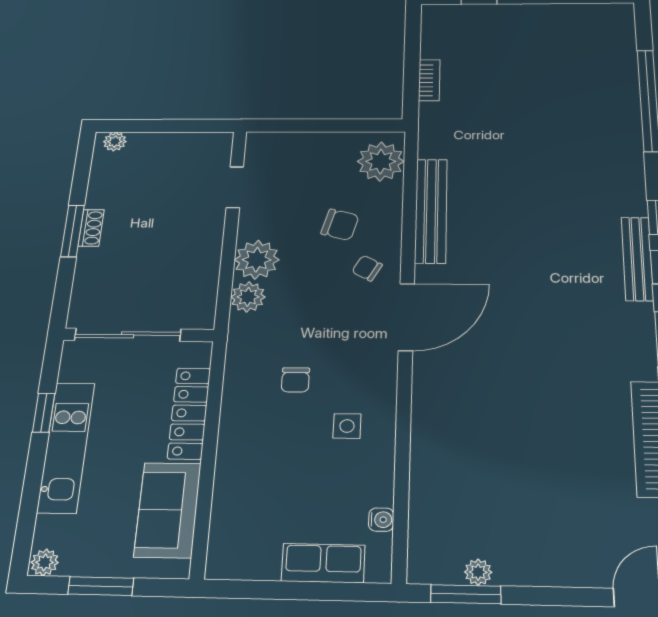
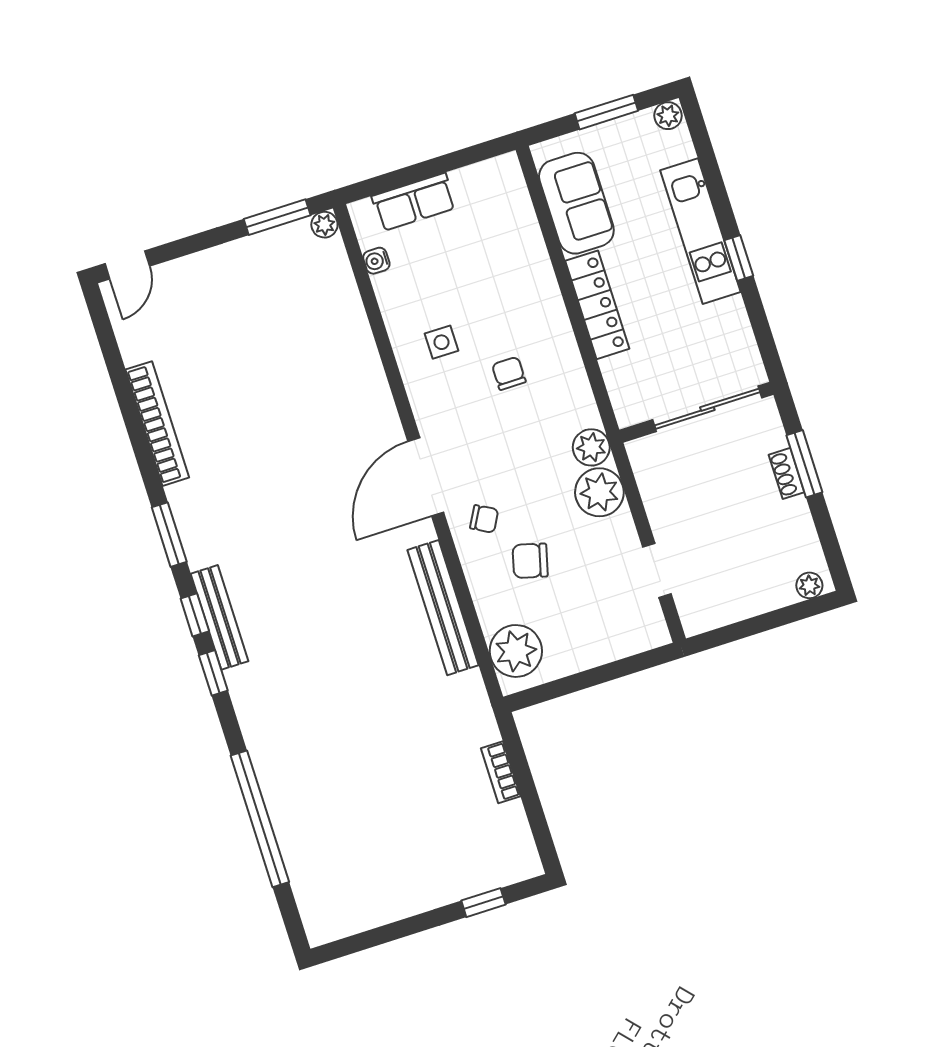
sliding door: (128, 335) -> (707, 409), moved
wall: (139, 335) -> (696, 412), moved
plant: (478, 572) -> (324, 225), moved

